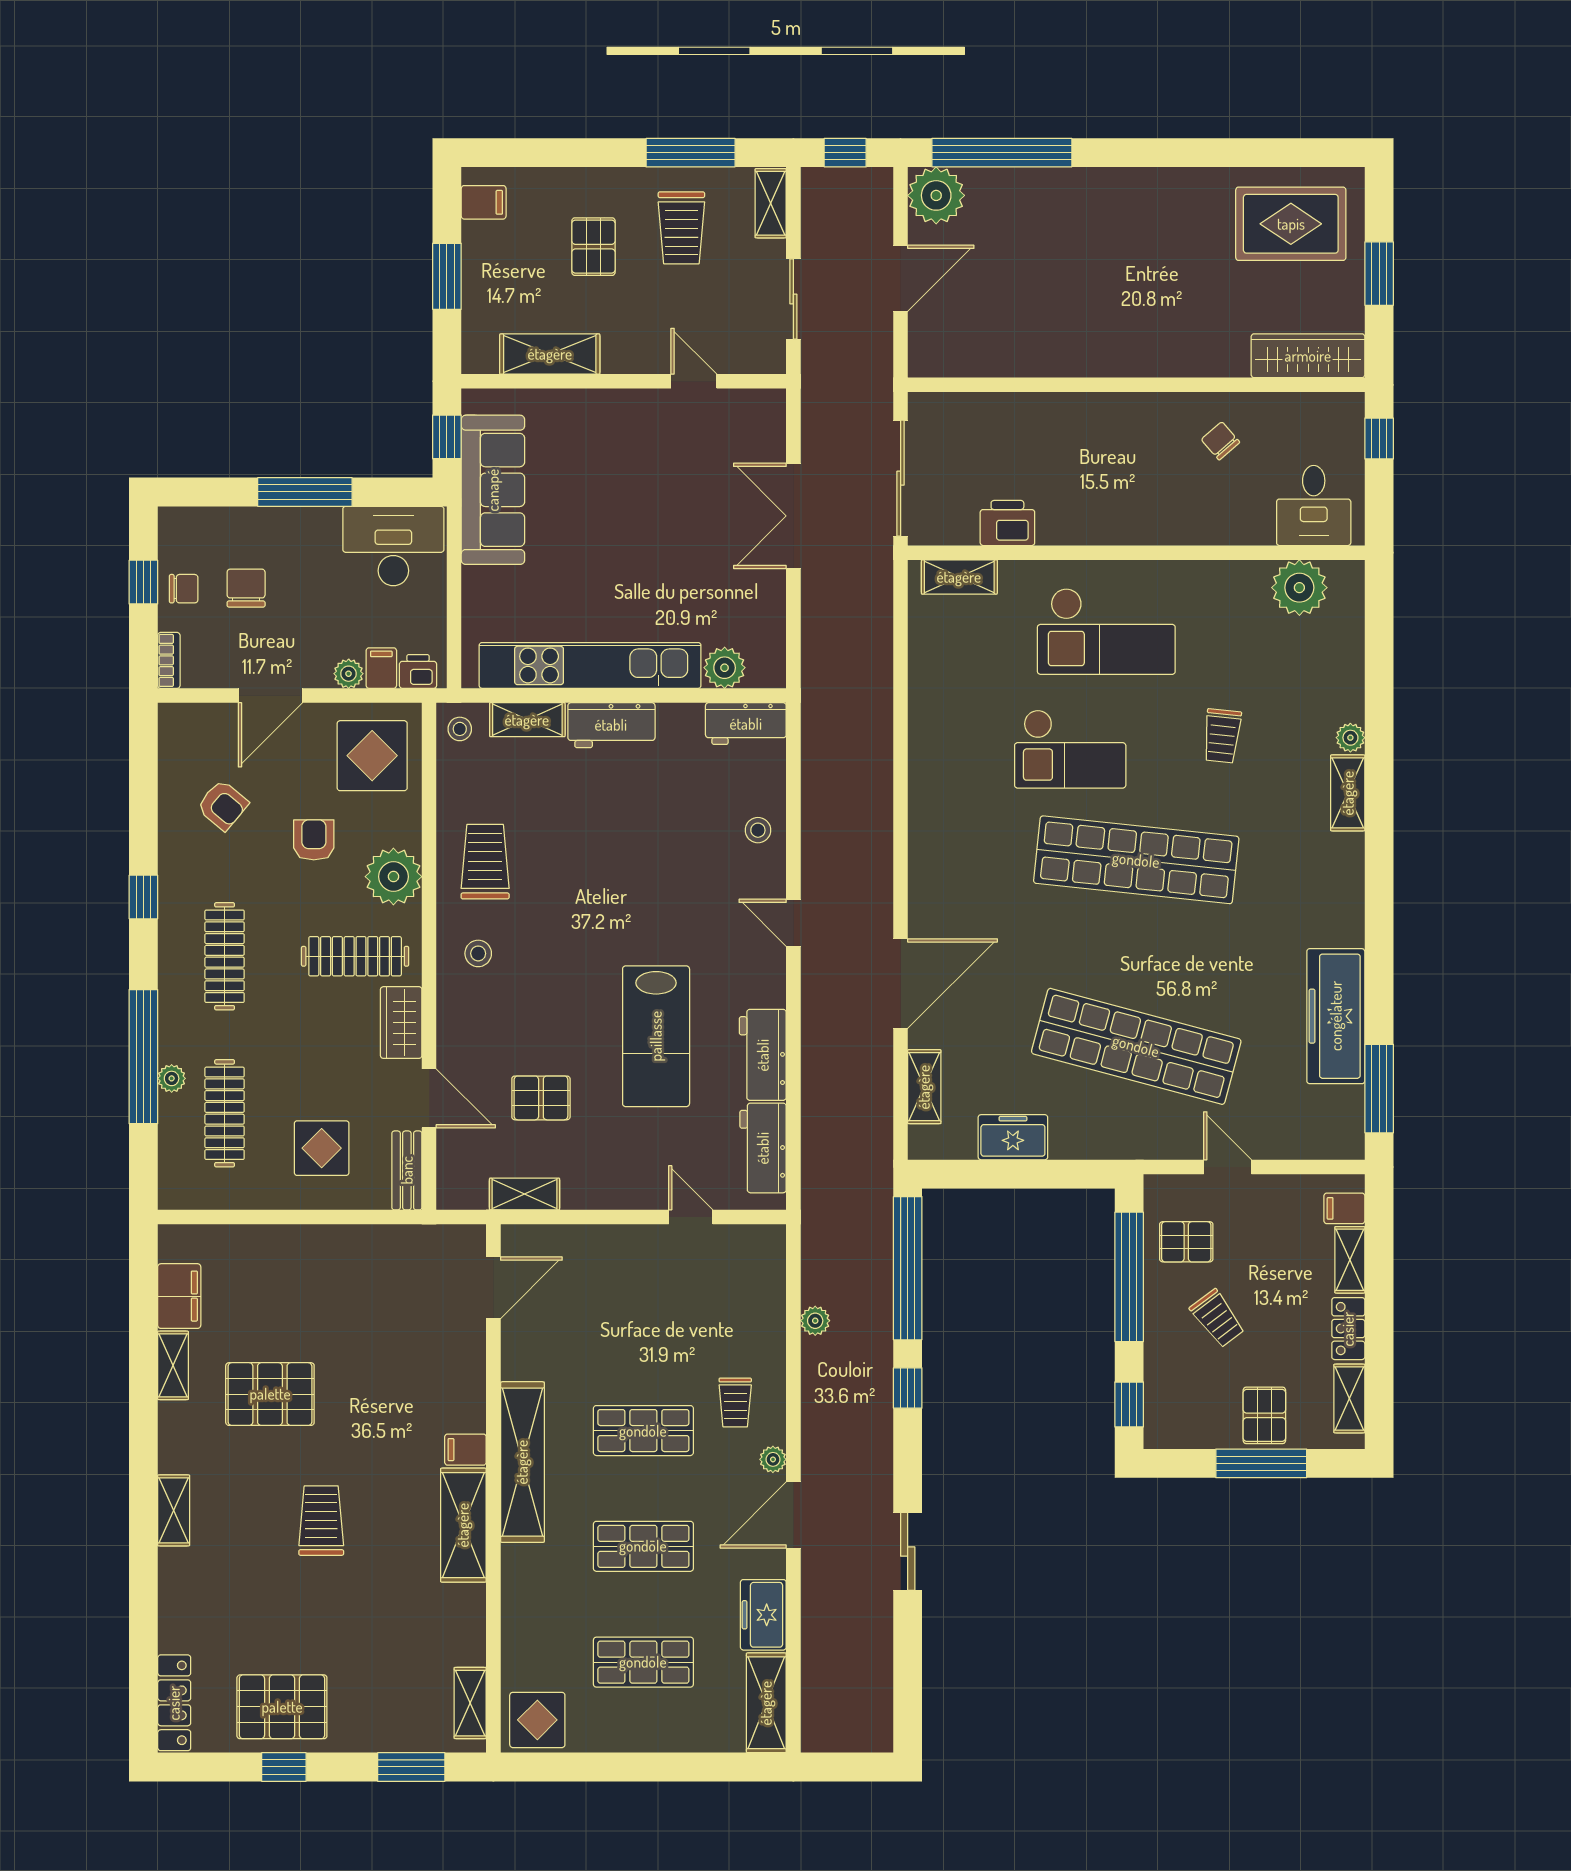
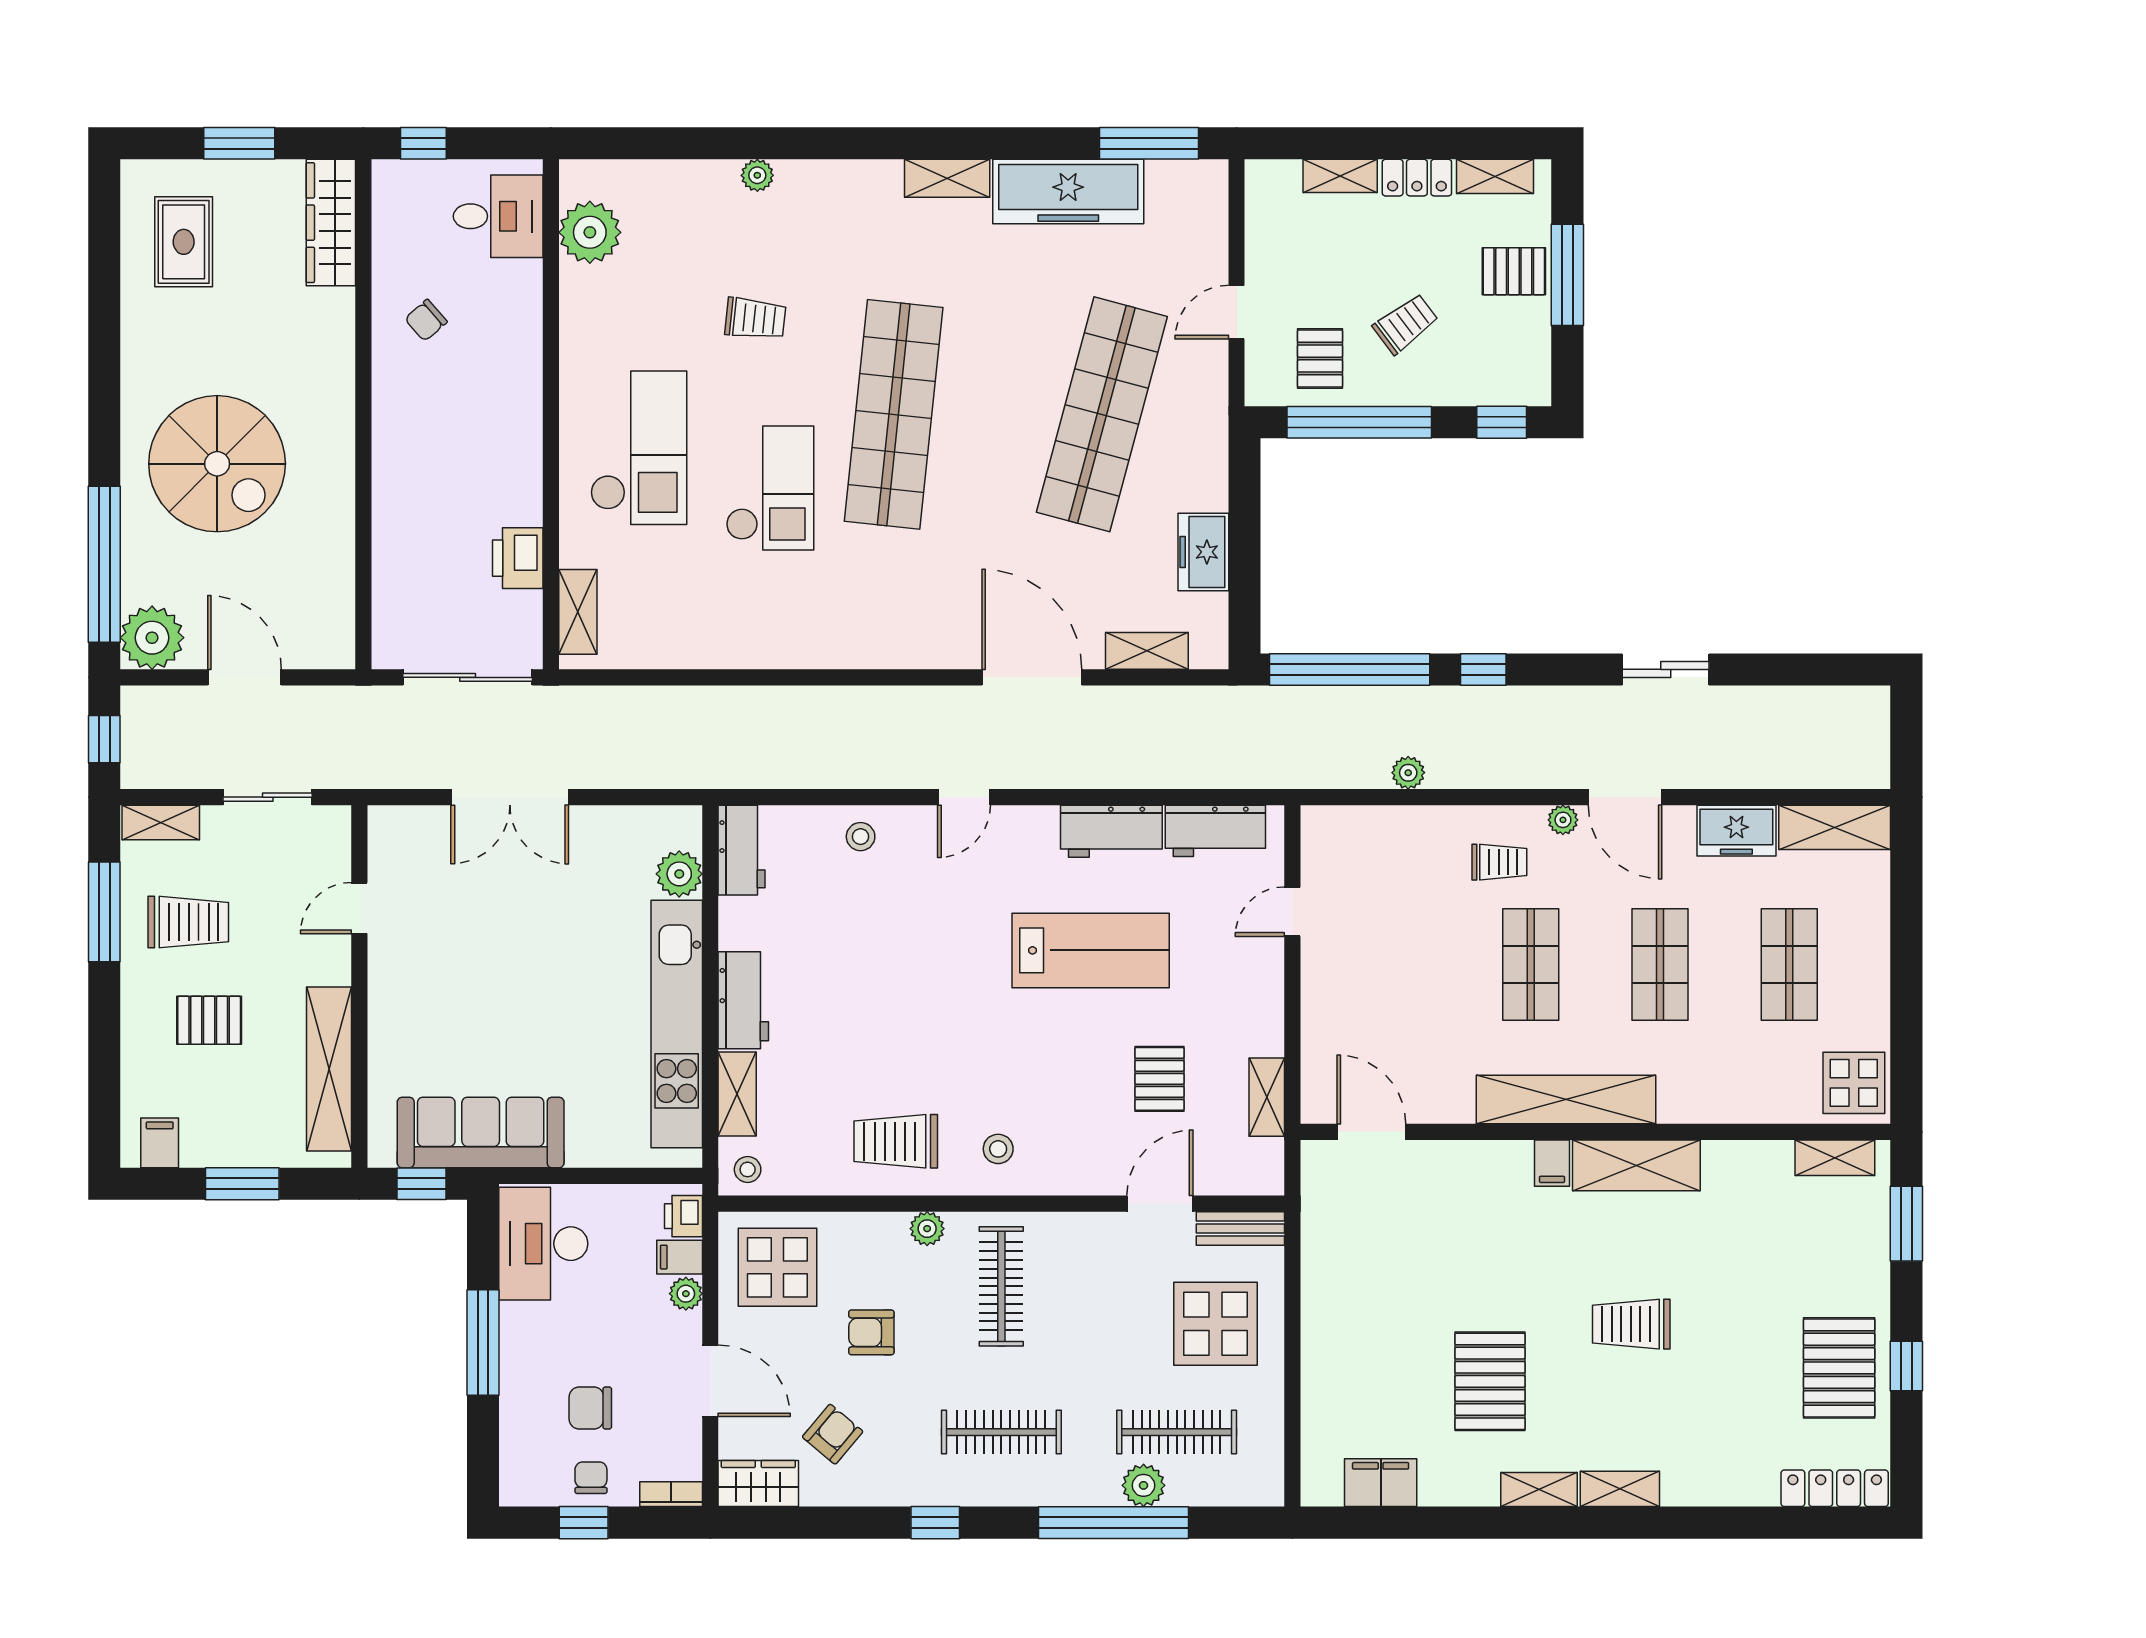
rug: (1291, 224) -> (184, 242), width x0.73, depth x0.70
spiral stairs: (1092, 254) -> (217, 464), added
shelving: (550, 354) -> (329, 1069), width x1.47
shelving: (1348, 793) -> (947, 178), moved
plant: (393, 877) -> (927, 1229), width x0.53, depth x0.53
wardrobe: (401, 1023) -> (758, 1483), moved, turned 180
plant: (172, 1078) -> (1144, 1485), width x1.38, depth x1.38
display table: (322, 1148) -> (1215, 1324), width x1.36, depth x1.36
filing cabinet: (1344, 1208) -> (1283, 182), removed
shelving: (173, 1365) -> (1539, 1490), moved

